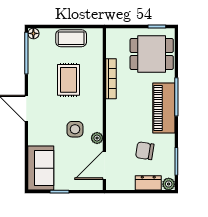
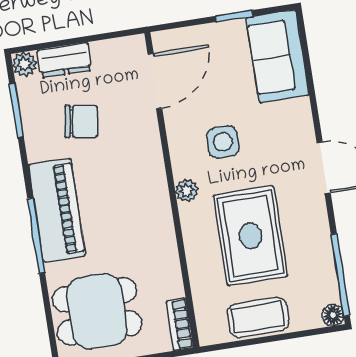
bookcase: (111, 79) -> (180, 324), moved, width x0.64
rug: (69, 80) -> (251, 236), width x1.36, depth x1.43
plant: (97, 138) -> (187, 191), moved

